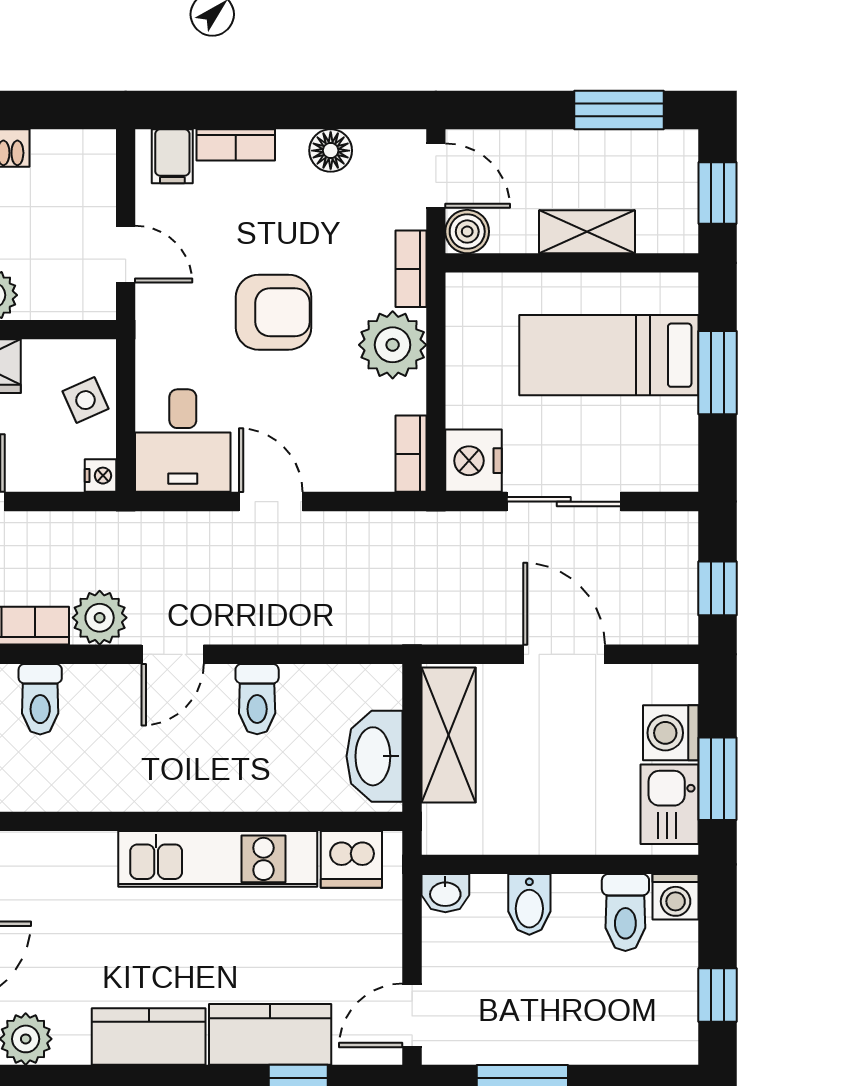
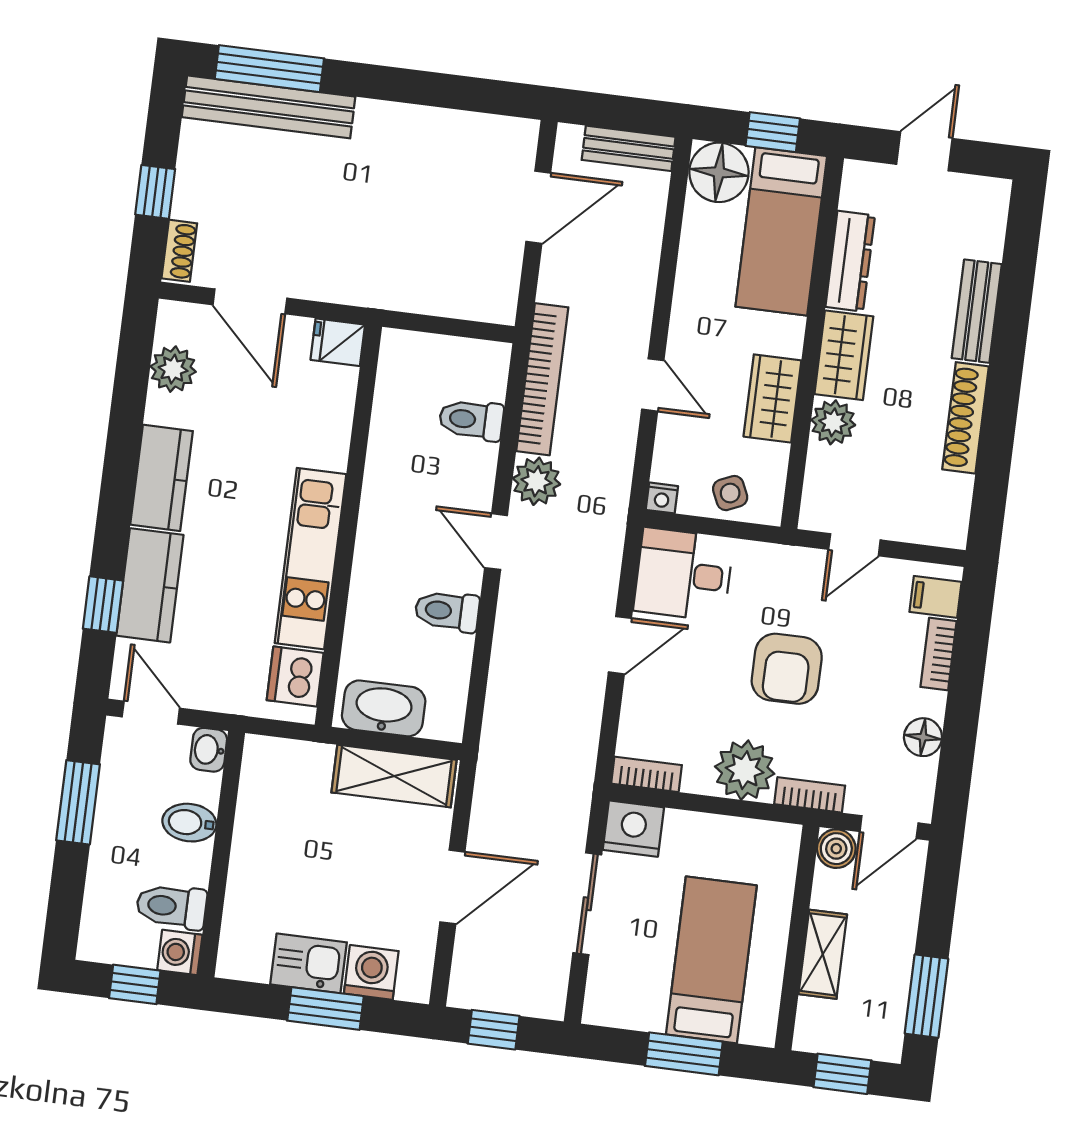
wall: (560, 864) -> (221, 854), moved
washbasin: (445, 893) -> (209, 750), moved
washing machine: (676, 897) -> (180, 952), moved
bidet: (529, 904) -> (189, 823), moved
toilet: (625, 912) -> (172, 906), moved

